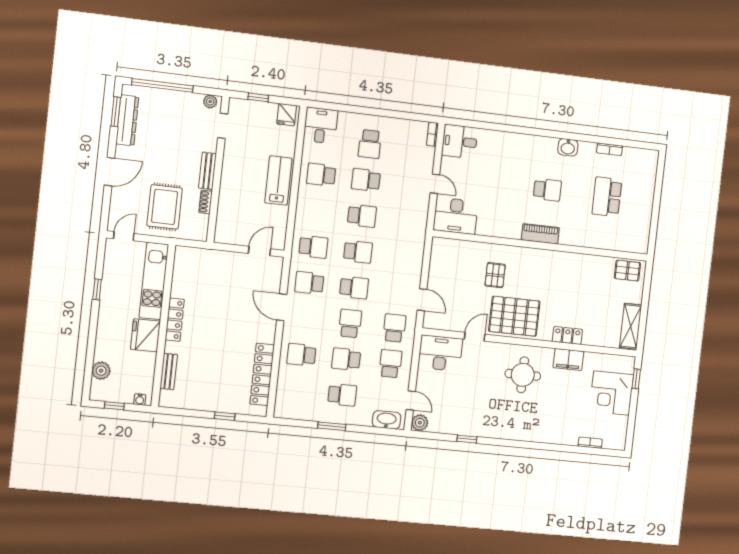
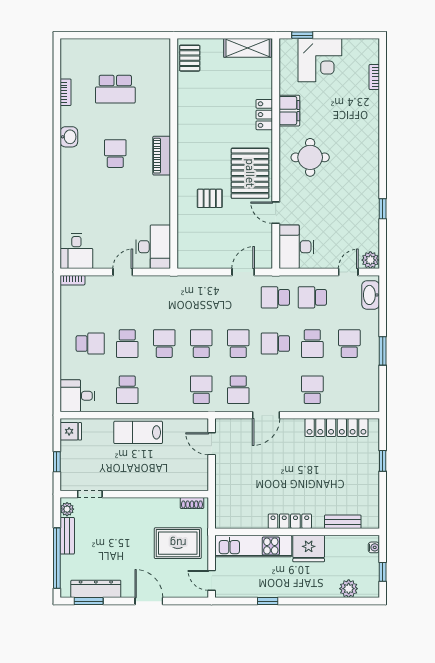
bench: (207, 171) -> (67, 536), moved, turned 90
shoe rack: (206, 202) -> (192, 503), moved
school desk: (302, 355) -> (312, 390), turned 180

